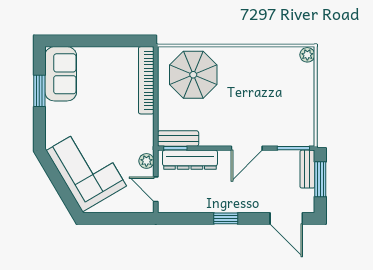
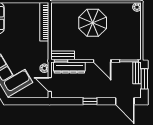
parasol: (193, 75) -> (93, 23), moved
door: (247, 148) -> (102, 61), hinge flipped

